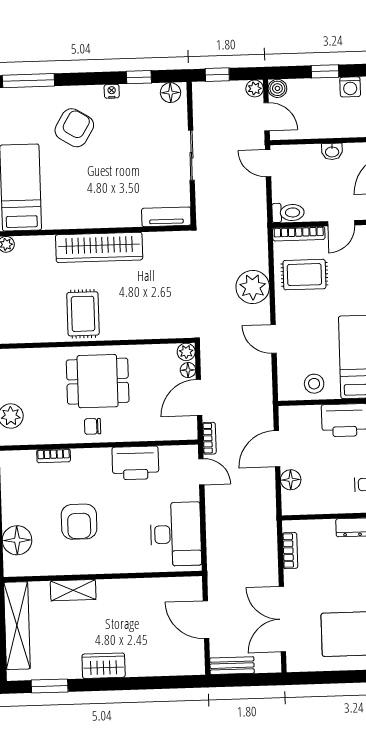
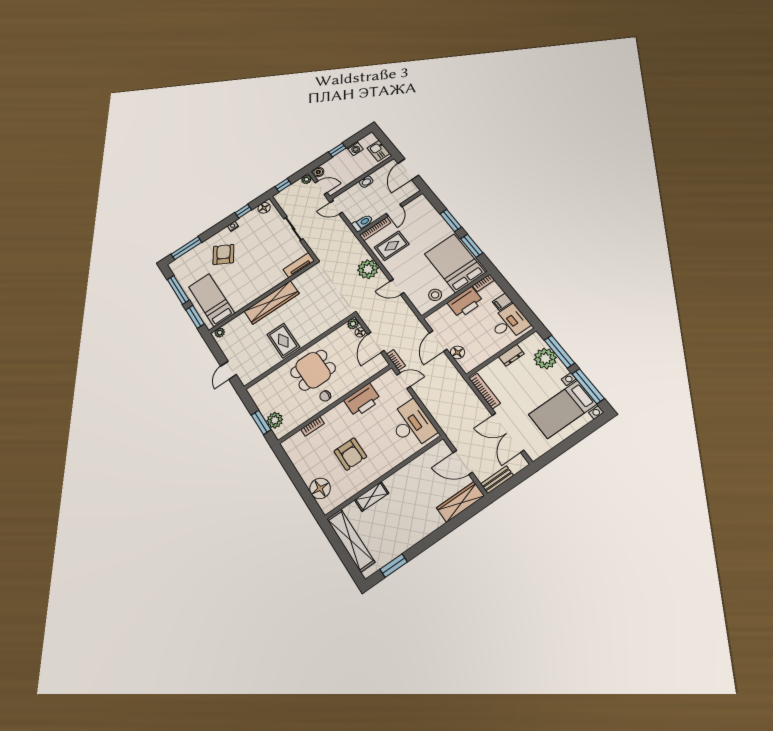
bookcase: (290, 551) -> (485, 391), width x1.56
wardrobe: (104, 666) -> (460, 502), moved, width x1.50

